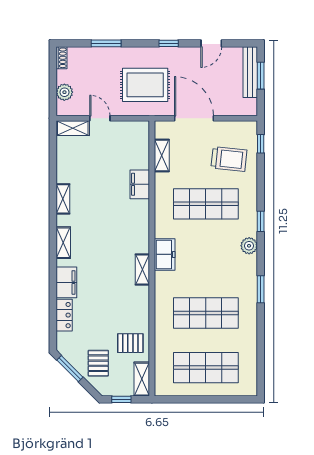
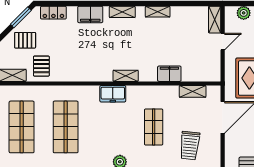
shop shelf: (206, 204) -> (154, 127), width x0.70, depth x0.74
shelving: (142, 269) -> (126, 76), moved
locker: (64, 315) -> (53, 13), moved

